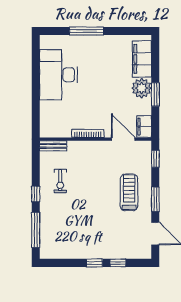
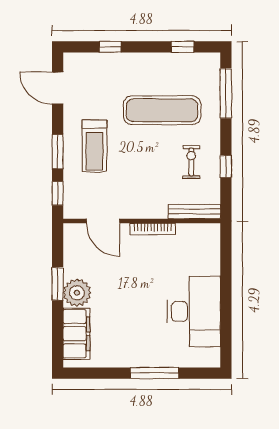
filing cabinet: (144, 127) -> (73, 239), removed
bench: (53, 146) -> (194, 212), width x1.36
window: (36, 194) -> (226, 167), moved
window: (155, 199) -> (58, 152), moved
exercise mat: (81, 218) -> (162, 110), added
window: (94, 263) -> (183, 47), moved

